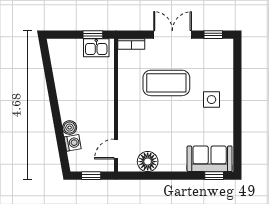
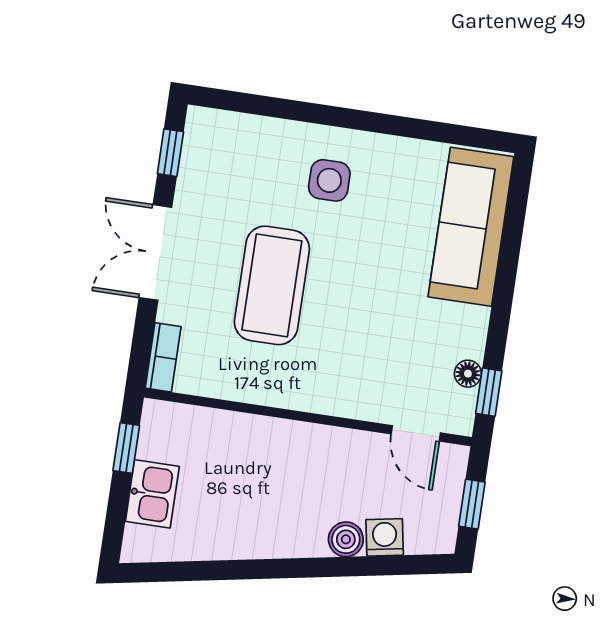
kitchen sink: (96, 48) -> (152, 494), moved
sofa: (210, 159) -> (471, 227), width x1.36
floor lamp: (148, 162) -> (468, 374), width x0.53, depth x0.53
window: (214, 176) -> (489, 392), moved

